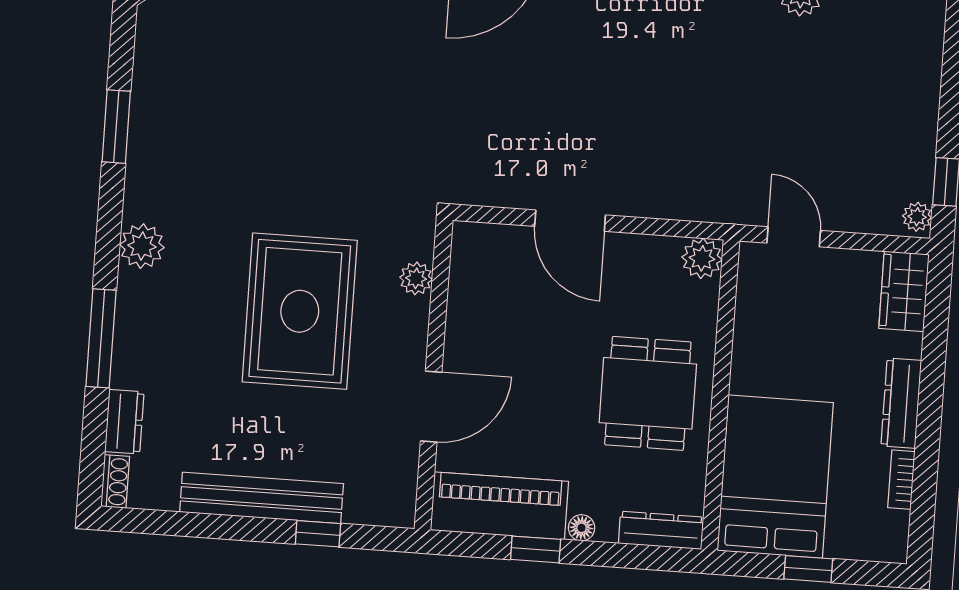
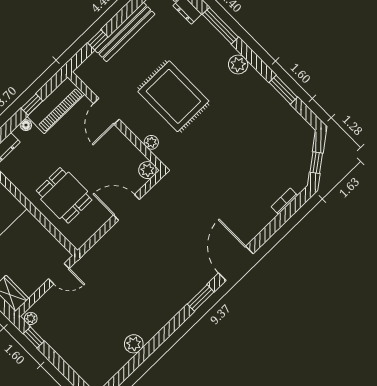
plant: (702, 258) -> (147, 170), moved
dining table: (648, 393) -> (64, 195), moved

